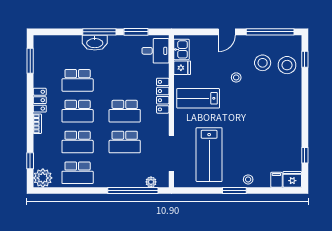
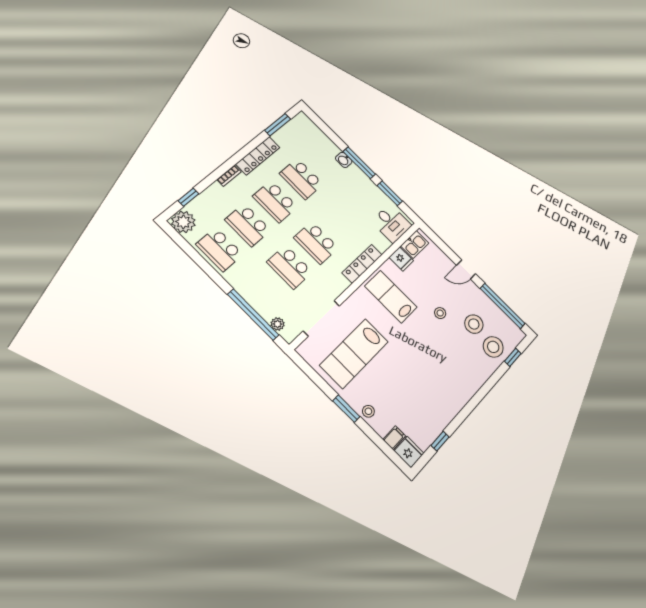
washbasin: (95, 43) -> (344, 160), width x0.52, depth x0.69
locker: (40, 100) -> (258, 156), width x1.53

